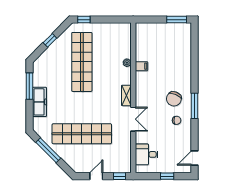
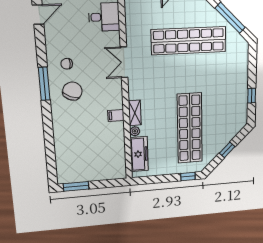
filing cabinet: (141, 66) -> (116, 116), moved
window: (29, 86) -> (252, 96), width x0.46
shelving: (126, 95) -> (135, 113), moved
freezer: (40, 102) -> (139, 154), moved, turned 180

